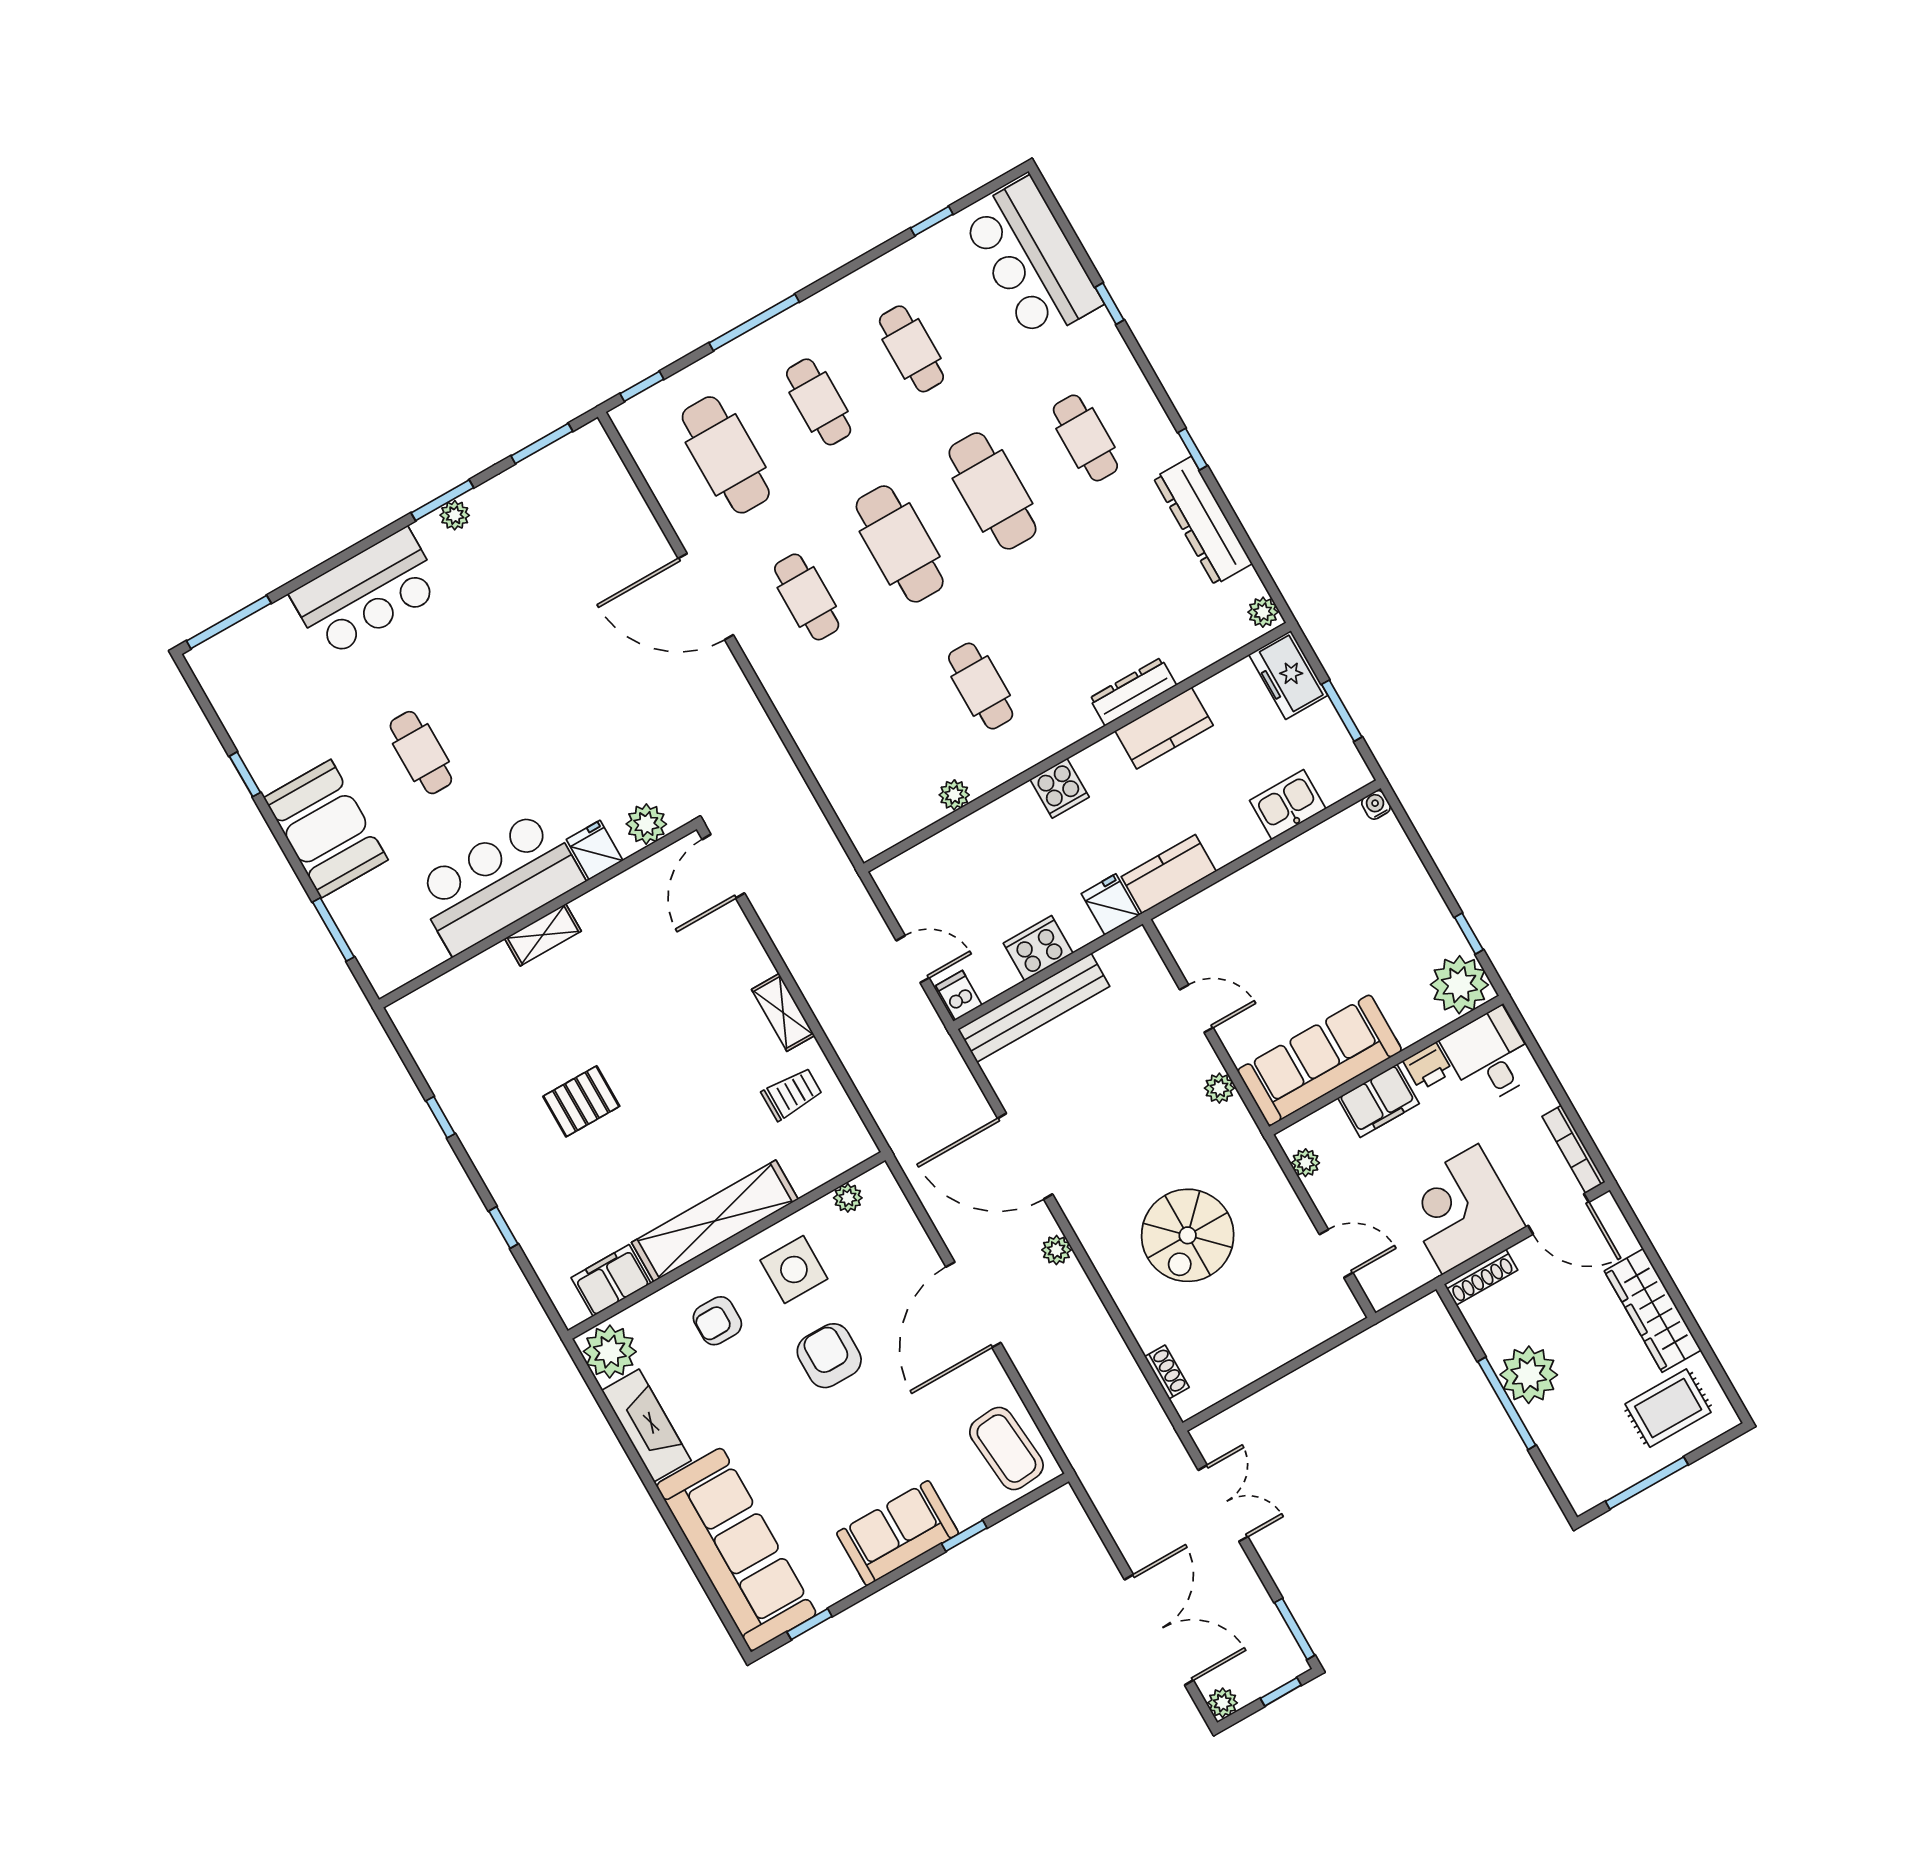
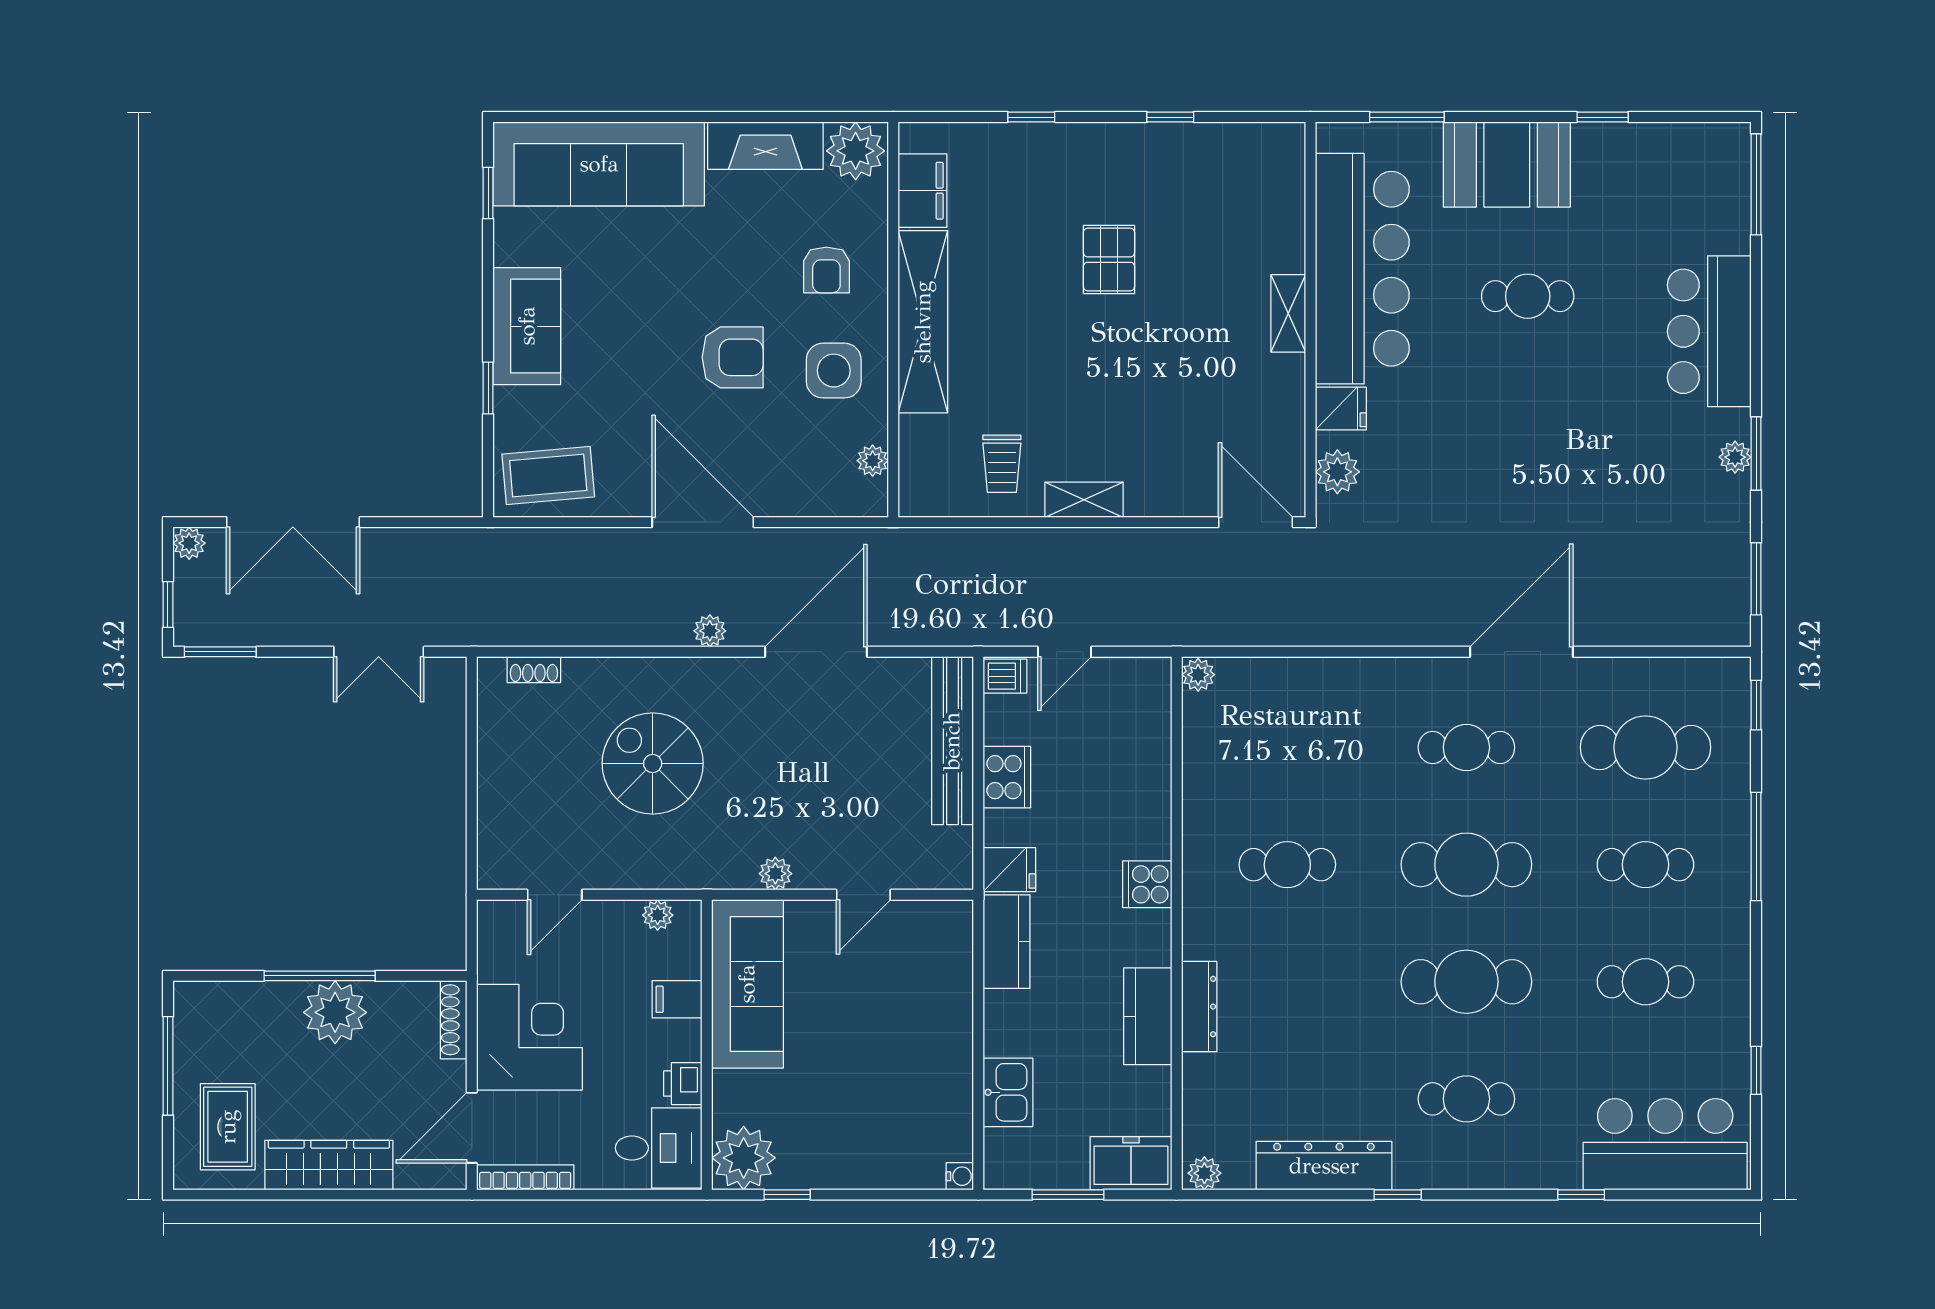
plant: (954, 795) -> (1198, 675), moved
bar counter: (498, 882) -> (1362, 269), width x1.36
filing cabinet: (1378, 1101) -> (677, 999), width x0.50
armchair: (717, 1321) -> (826, 270), turned 180

